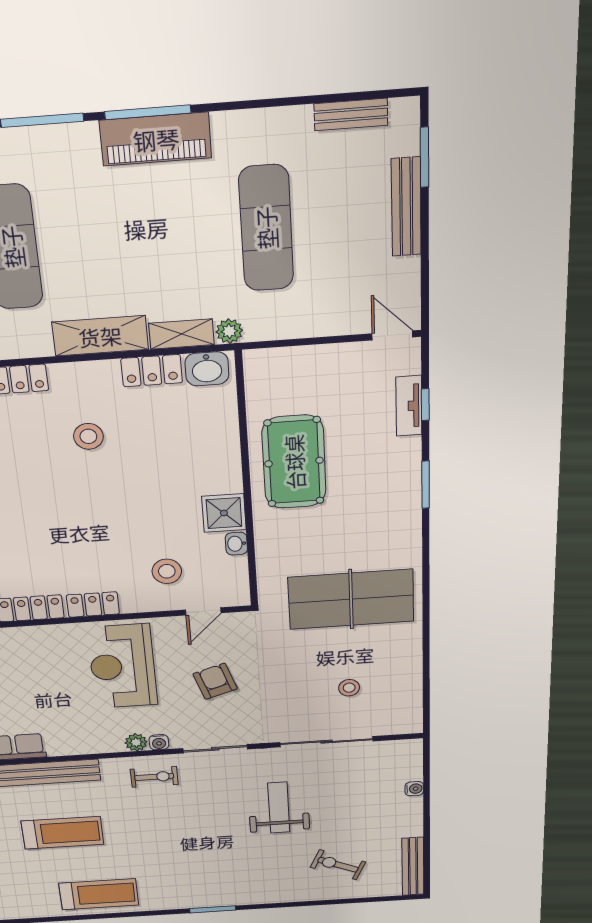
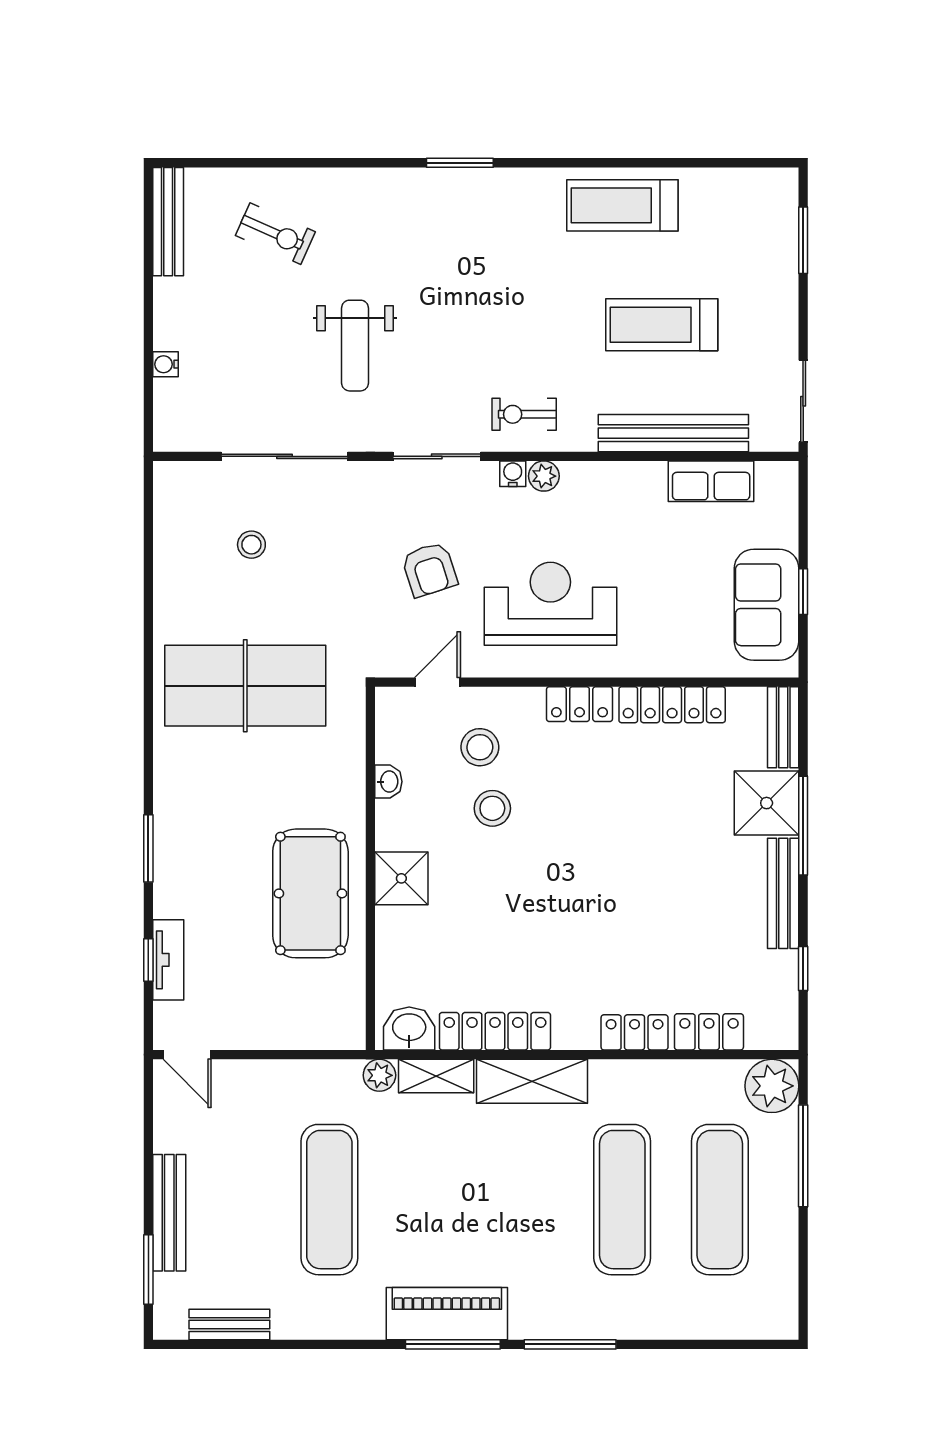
locker: (152, 371) -> (495, 1031), width x1.53
stool: (88, 436) -> (492, 808), moved
shower: (224, 513) -> (401, 878), moved
reception desk: (123, 666) -> (550, 604), turned -90

